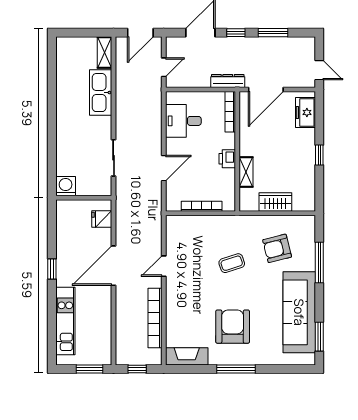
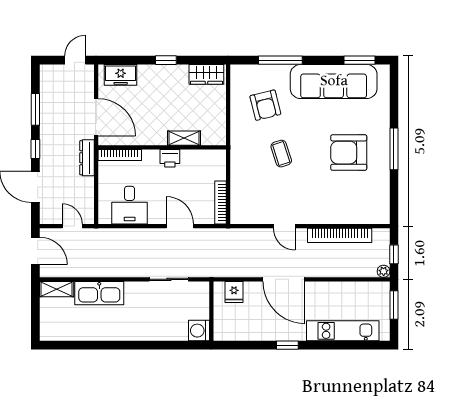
wardrobe: (275, 202) -> (206, 74), moved, turned -90
bookcase: (202, 206) -> (220, 202), moved
fireplace: (187, 356) -> (380, 201), removed
plant: (121, 359) -> (384, 271), added

